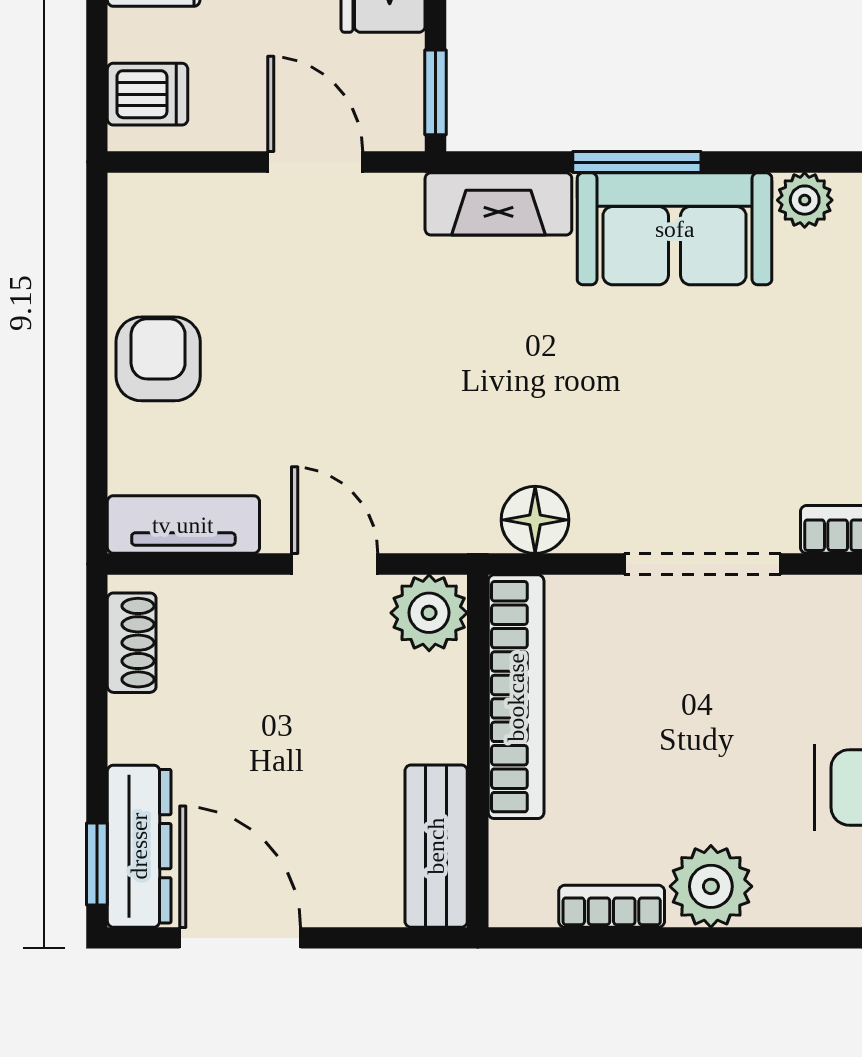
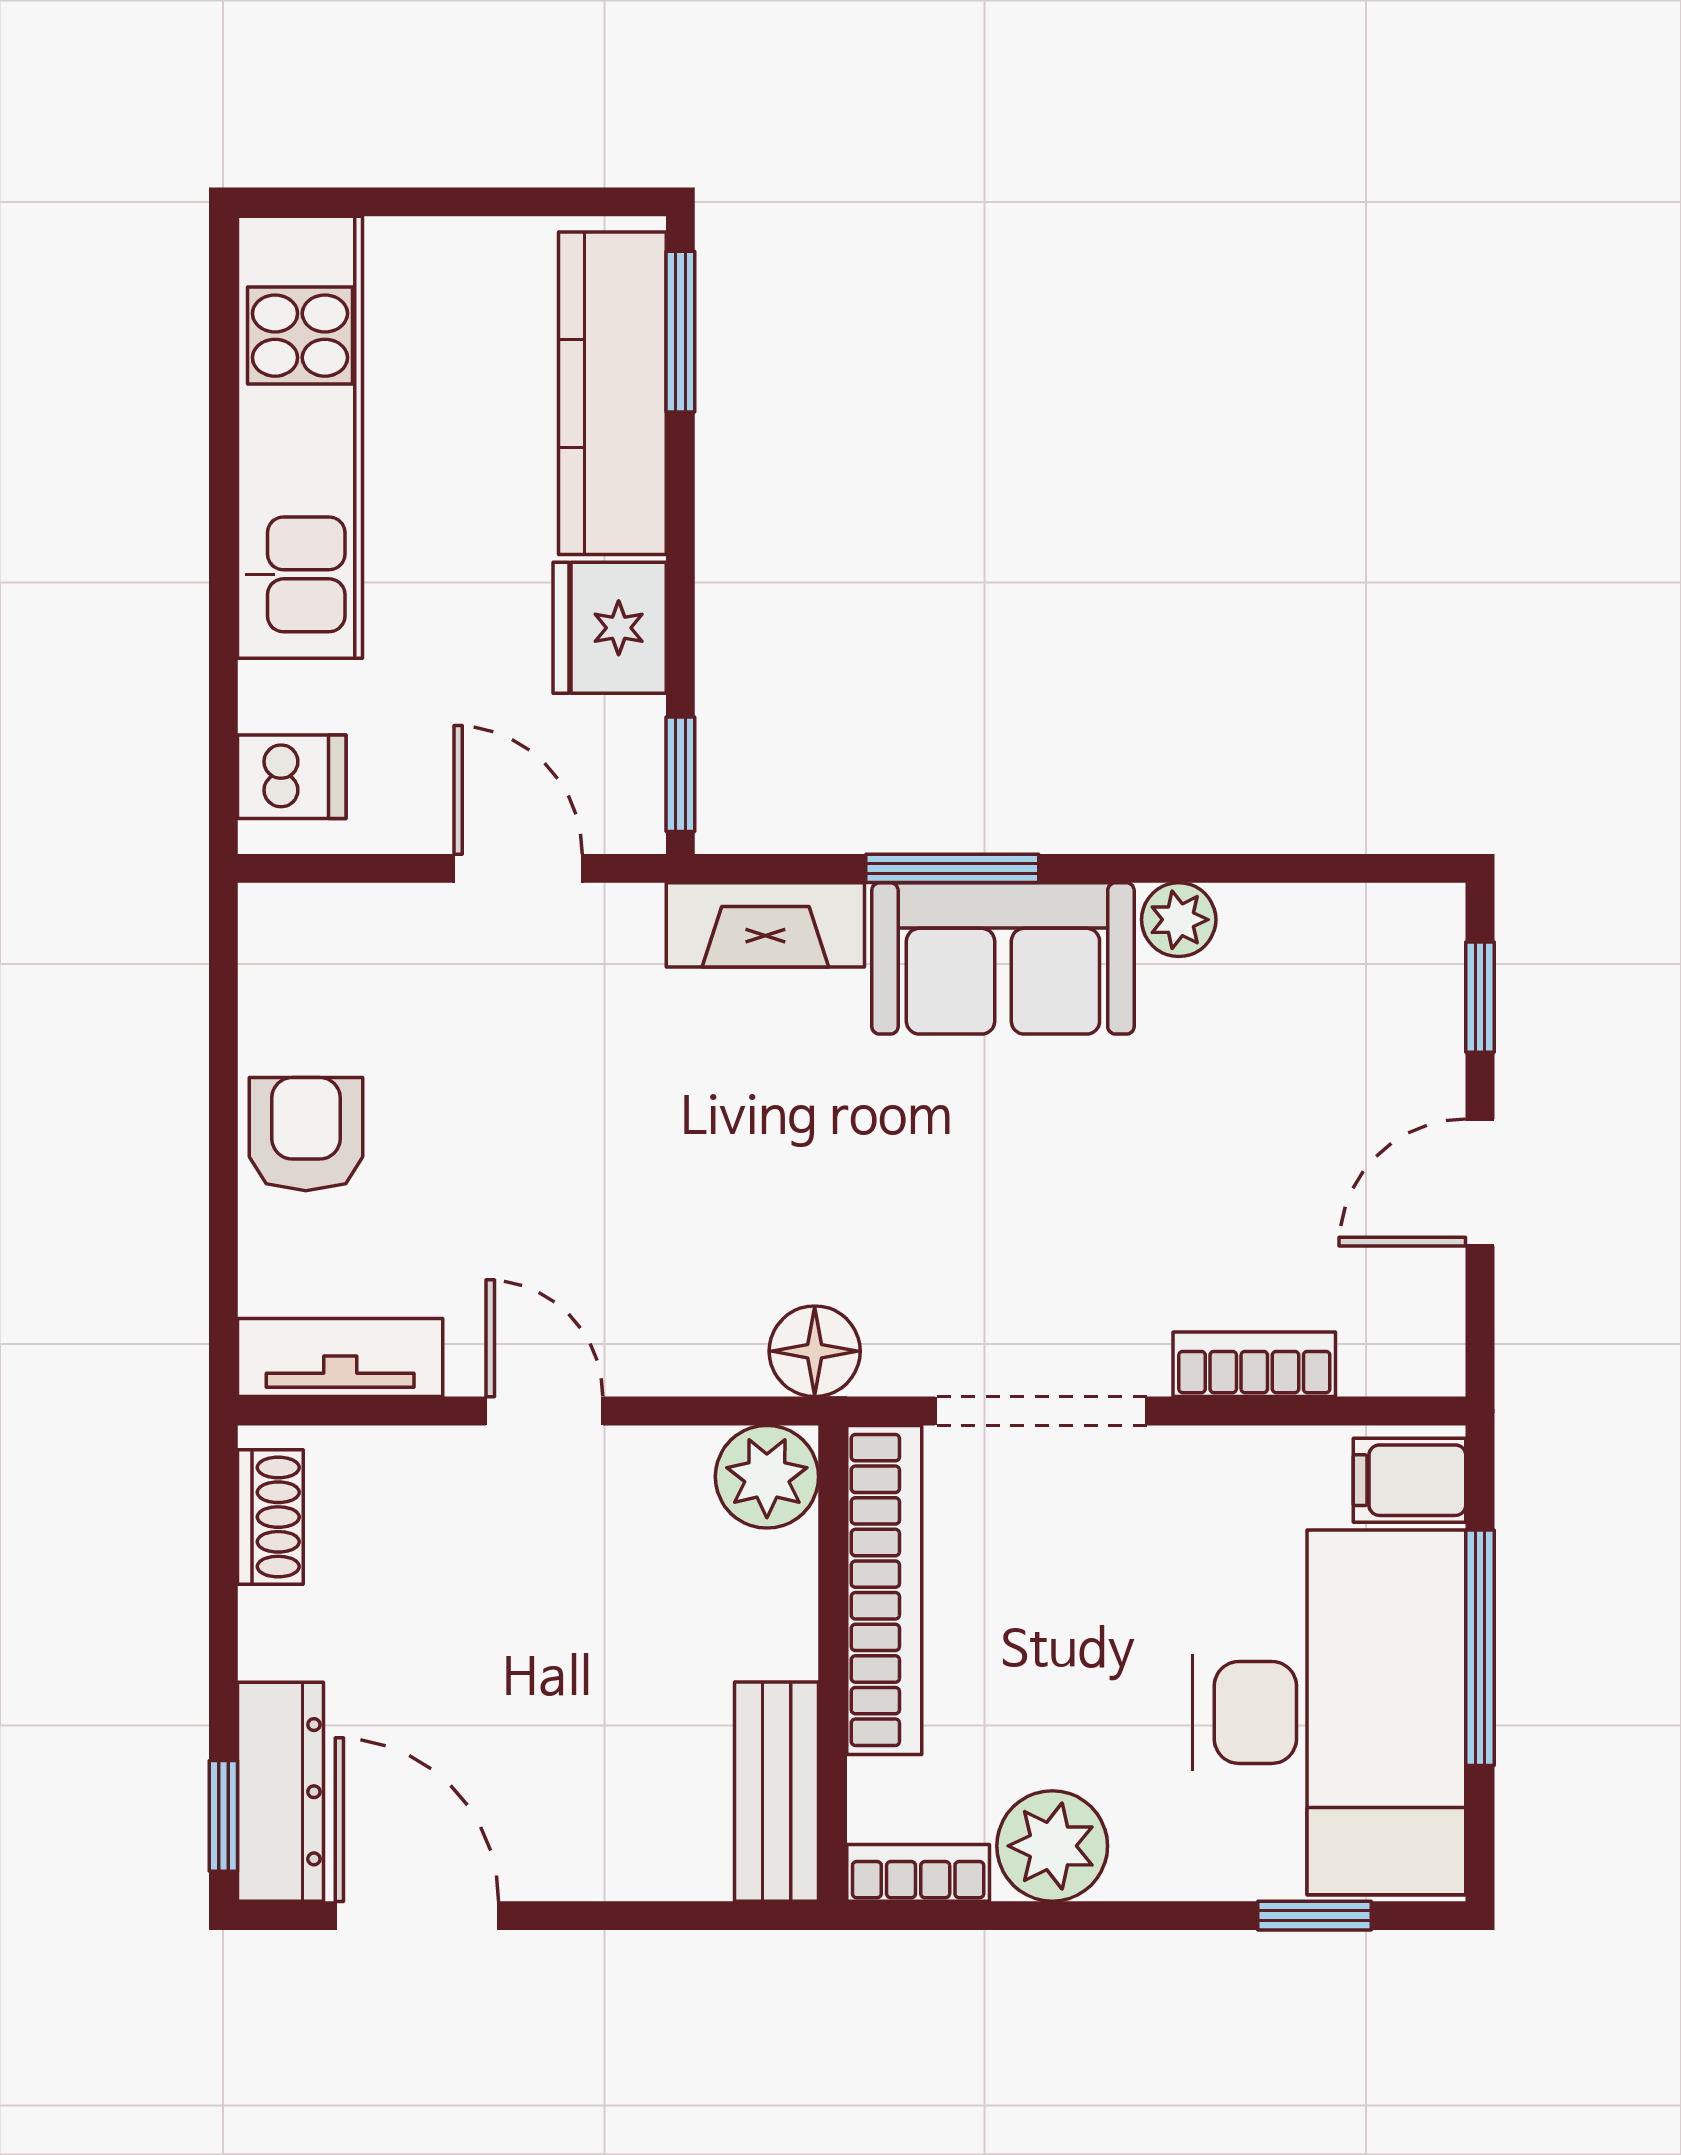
plant: (429, 613) -> (767, 1477), moved
bookcase: (516, 697) -> (884, 1590), moved
wall: (478, 751) -> (833, 1663), moved
bench: (436, 846) -> (777, 1792), moved

